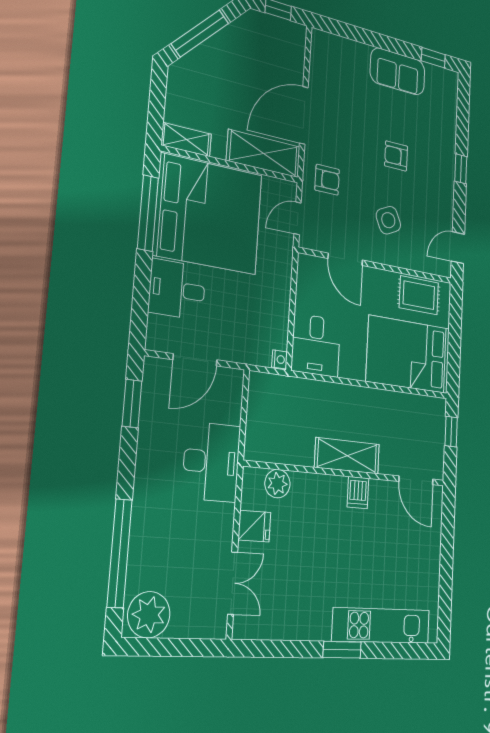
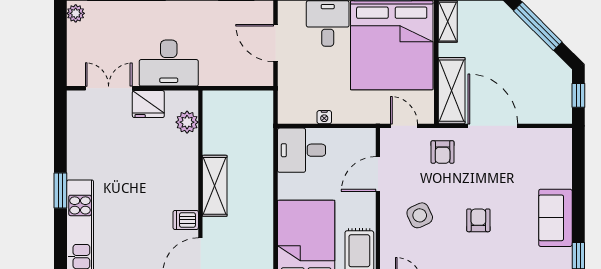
nightstand: (280, 359) -> (324, 117), moved
desk: (211, 462) -> (169, 63), moved
dishwasher: (358, 493) -> (186, 220), moved
fridge: (254, 526) -> (148, 104), width x1.38
double door: (233, 583) -> (109, 88), swing flipped
plant: (149, 615) -> (76, 13), width x0.53, depth x0.53

